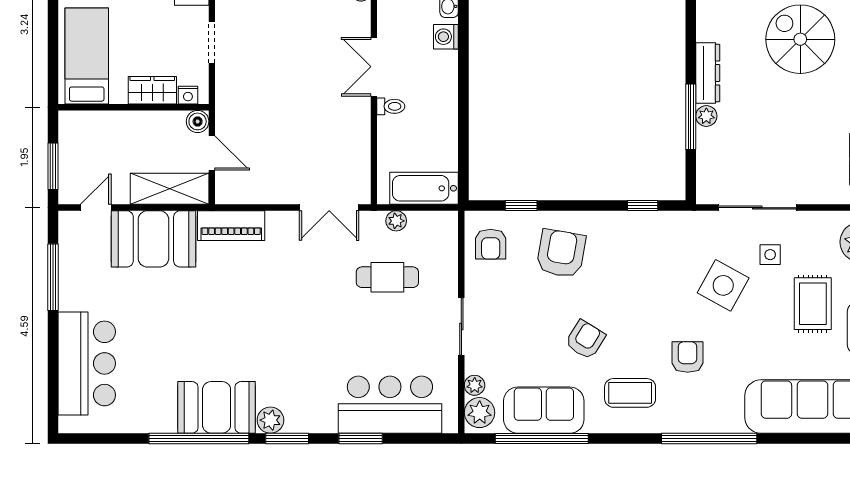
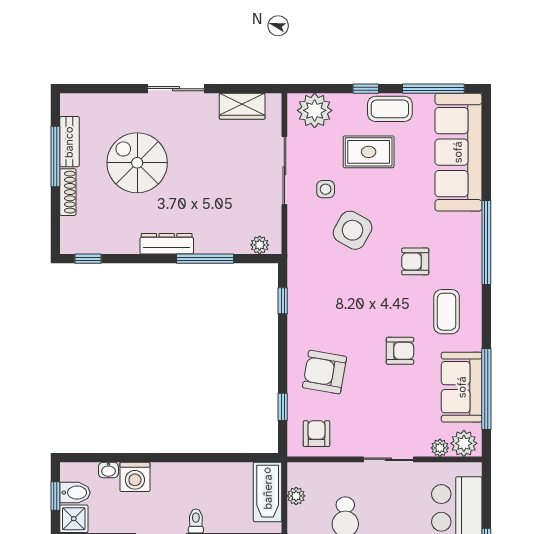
washing machine: (446, 37) -> (135, 477), width x1.38, depth x1.38
spiral stairs: (800, 39) -> (137, 163), turned 90
plant: (706, 116) -> (260, 245), moved
sliding door: (757, 208) -> (284, 171), moved
plant: (396, 221) -> (296, 496), moved
armchair: (491, 244) -> (316, 434), turned -90
armchair: (585, 340) -> (400, 351), turned 148

